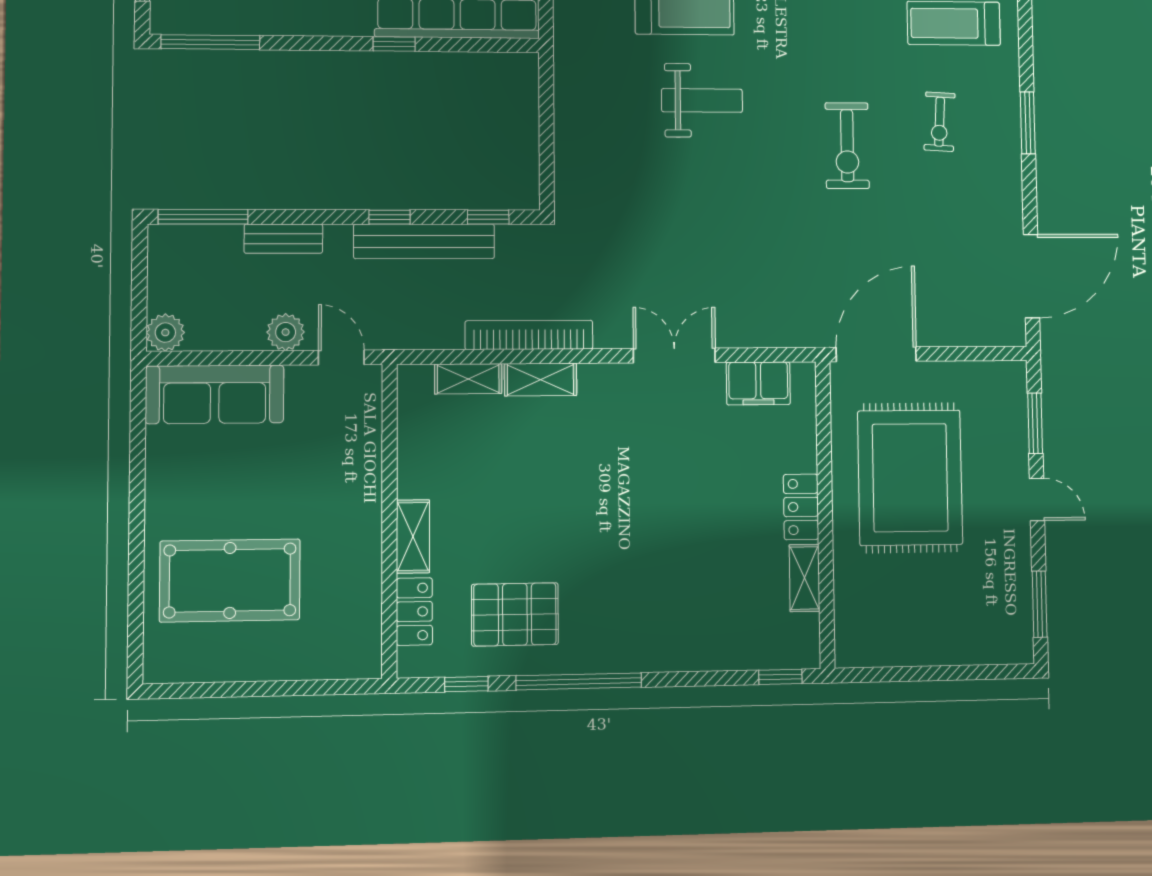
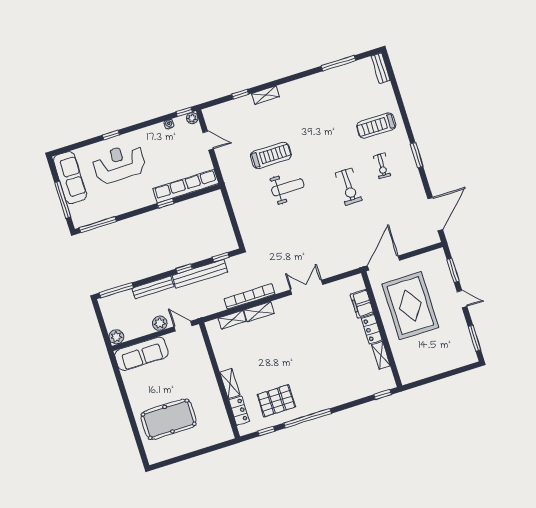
bench: (283, 239) -> (153, 287), width x1.36
filing cabinet: (758, 383) -> (362, 304), moved, turned 90

